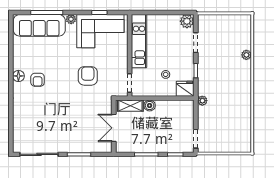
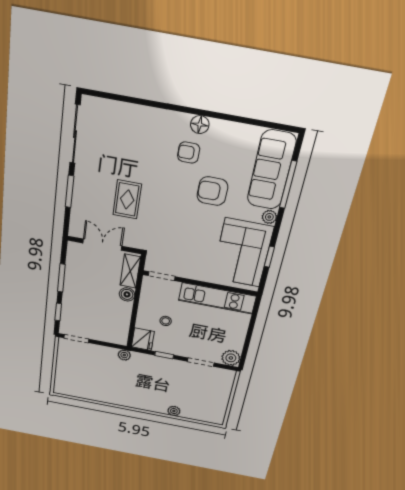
armchair: (88, 76) -> (212, 191), moved, turned 180
rug: (77, 115) -> (127, 199), added

